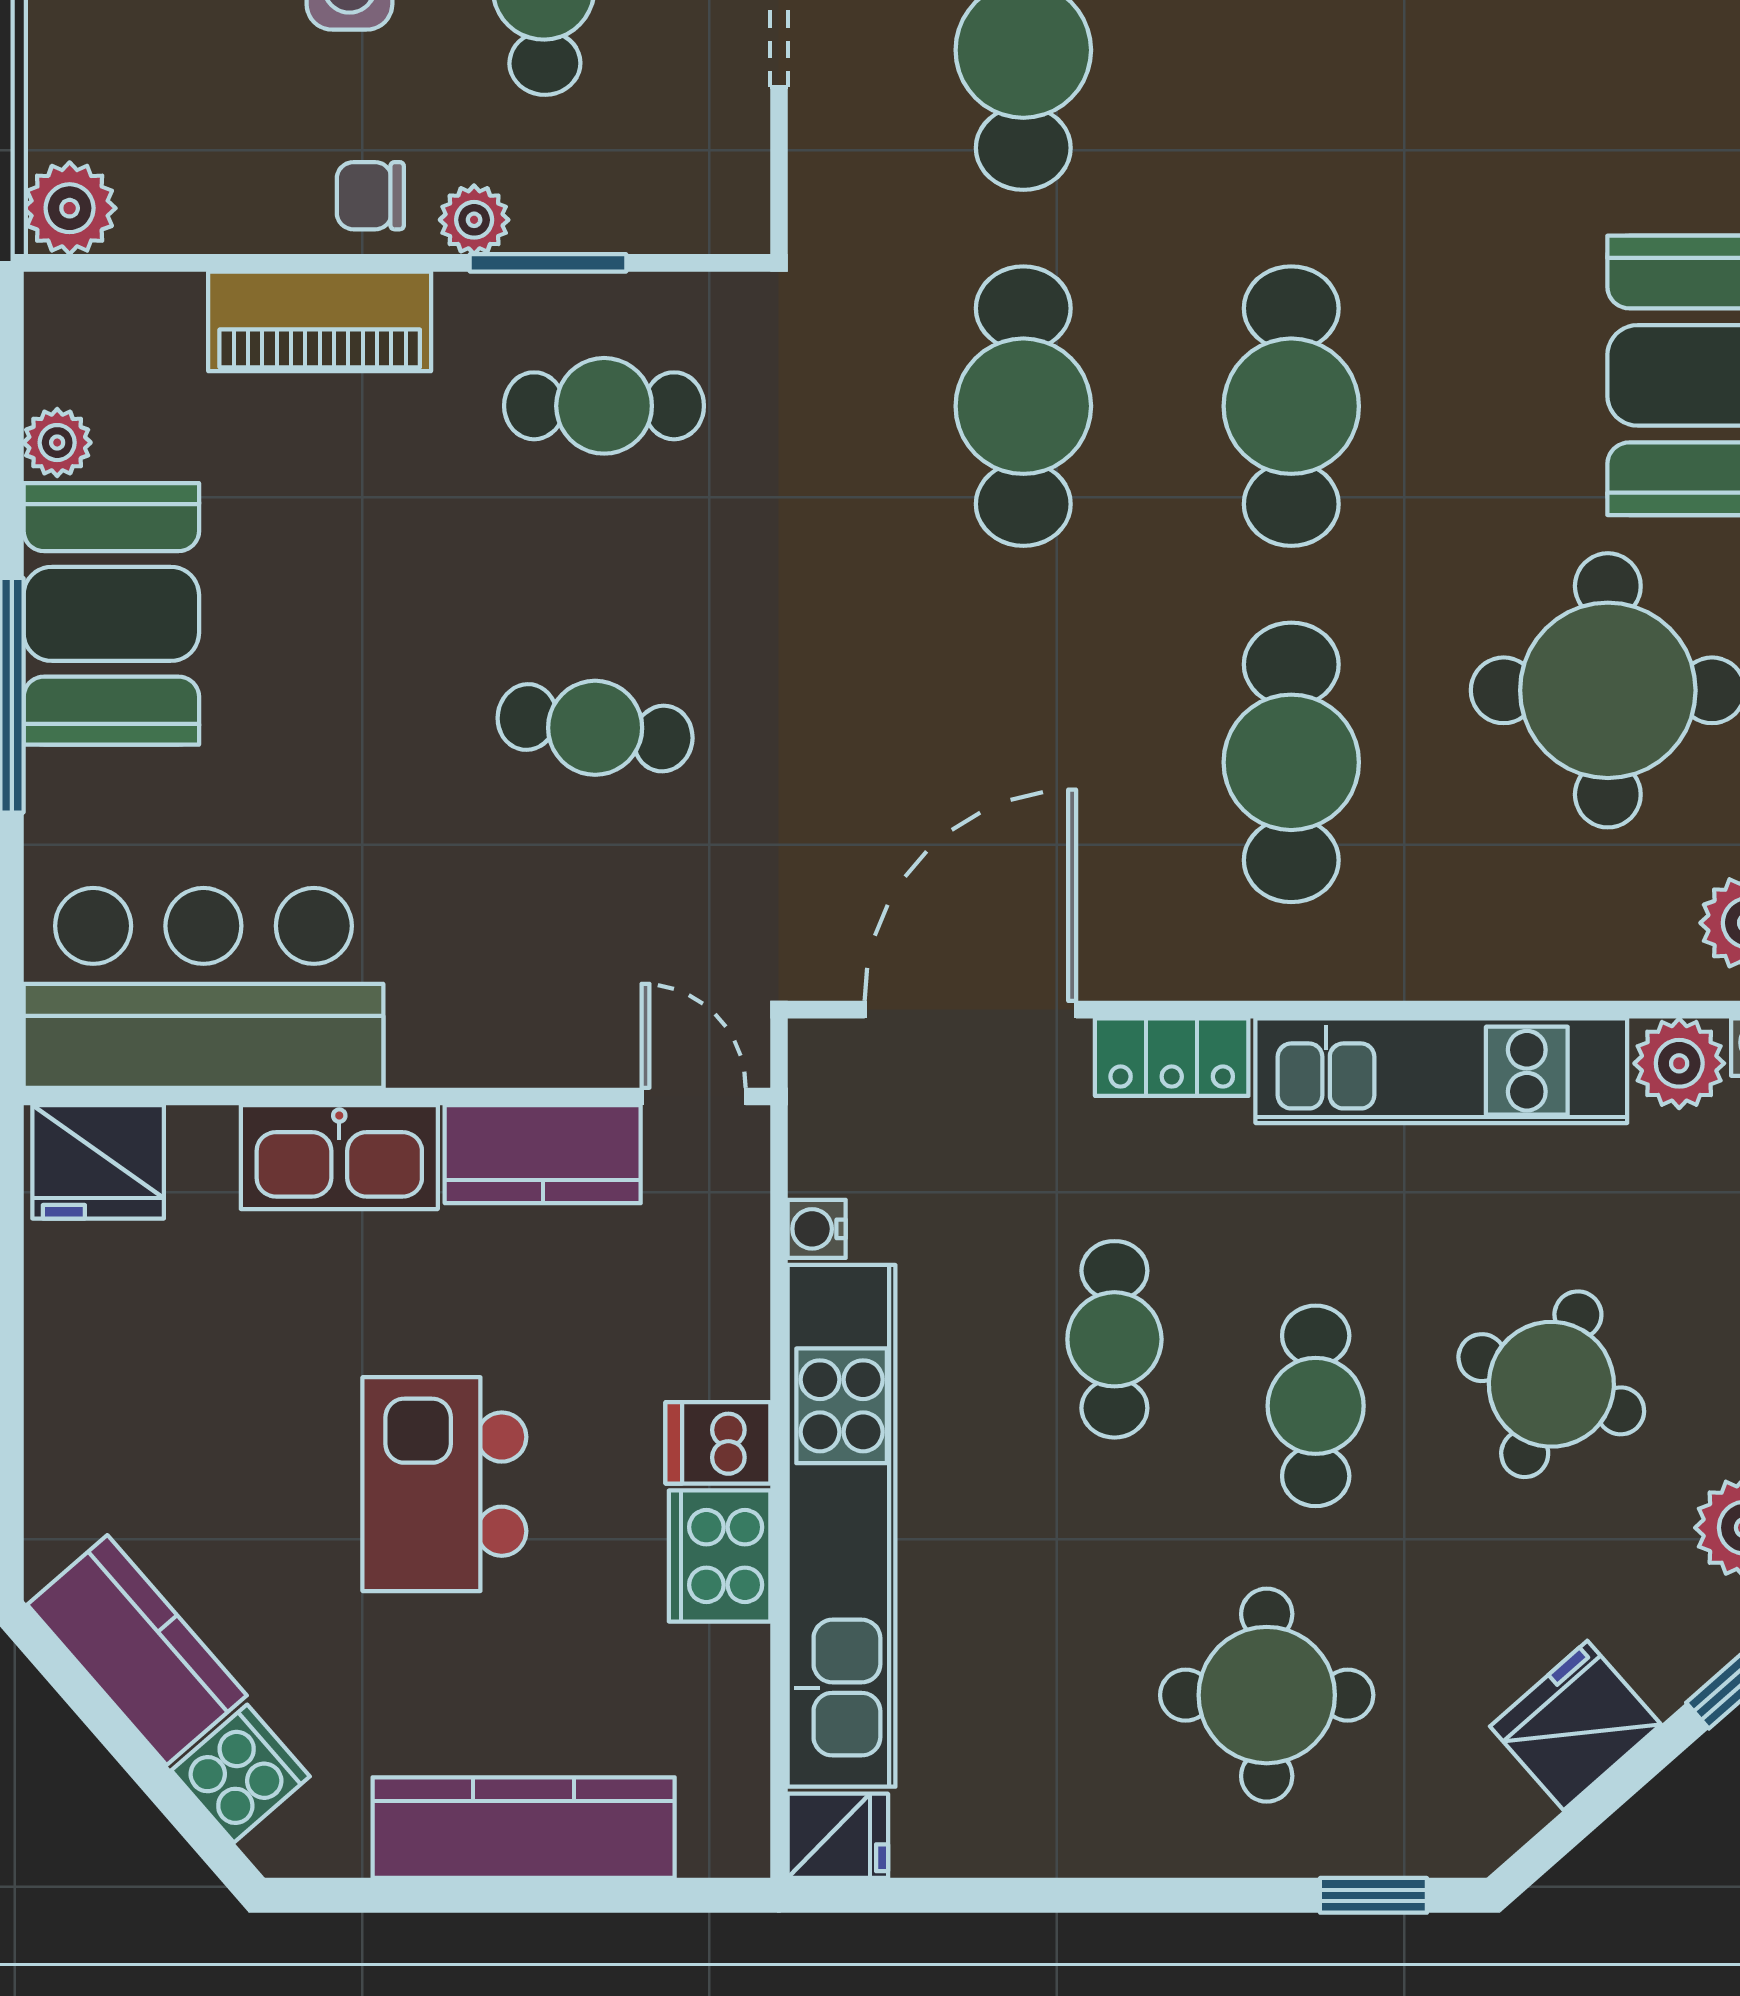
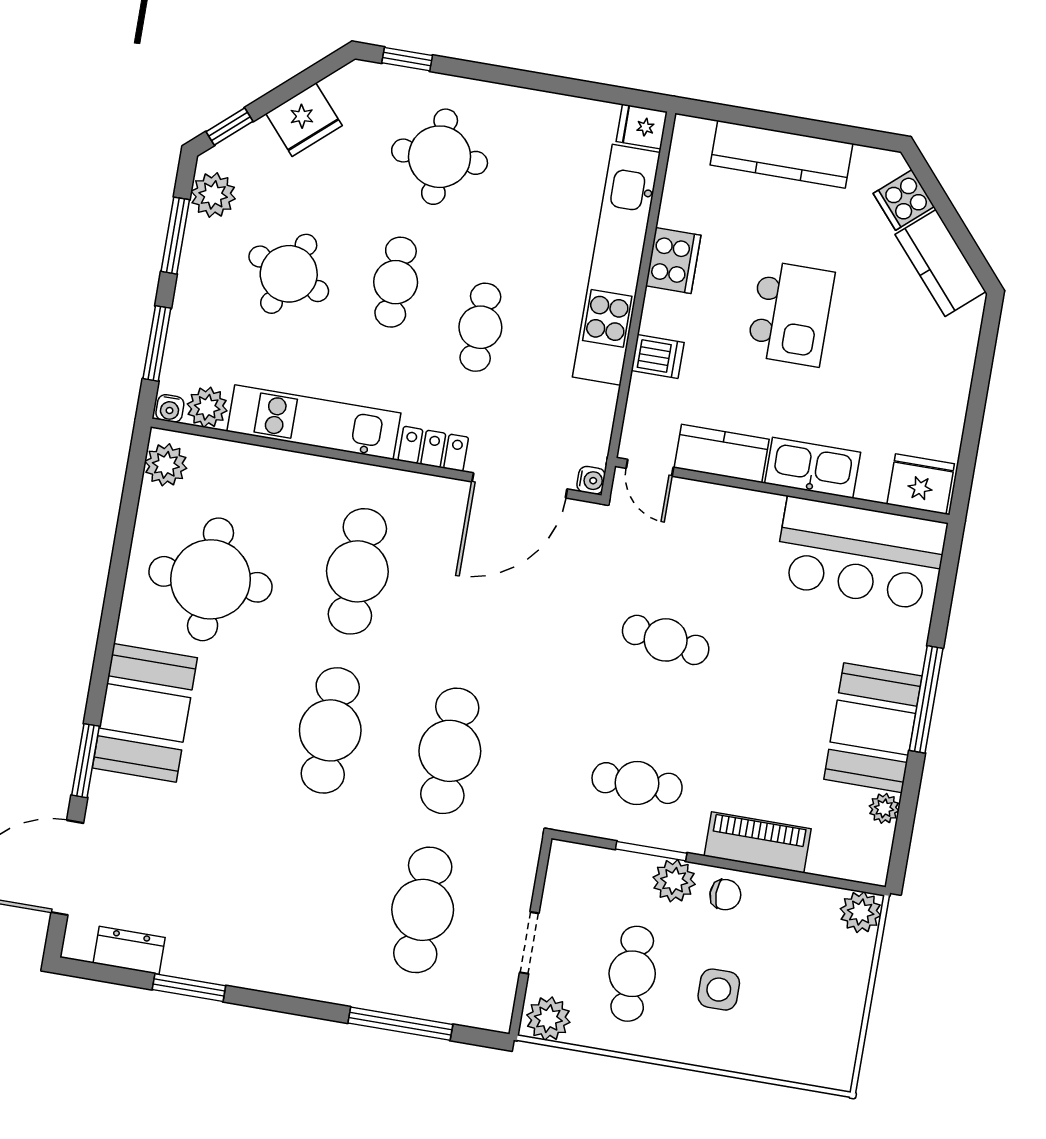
plant: (474, 220) -> (674, 881), width x1.38, depth x1.38
water cooler: (817, 1229) -> (591, 480), moved
dishwasher: (718, 1443) -> (658, 357), moved

